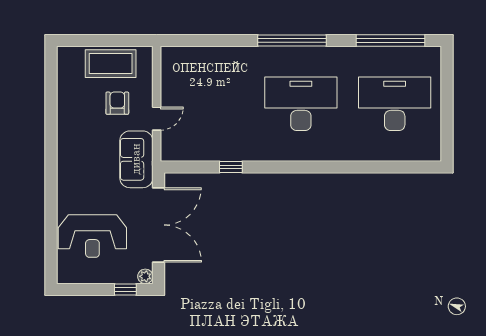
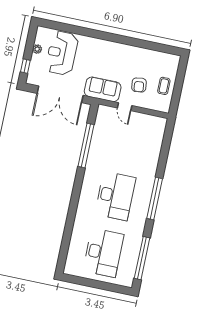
coffee table: (111, 64) -> (164, 86), width x0.54, depth x0.58
armchair: (117, 103) -> (139, 85), turned 83
window: (231, 167) -> (86, 145), width x3.17
plant: (145, 276) -> (37, 49), moved

